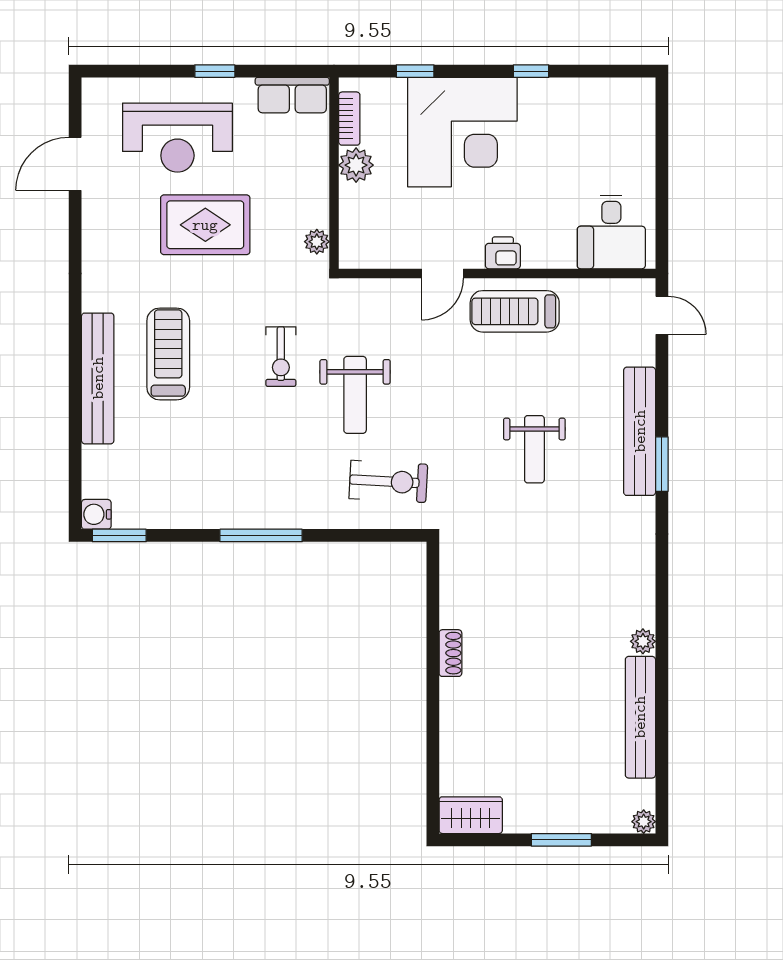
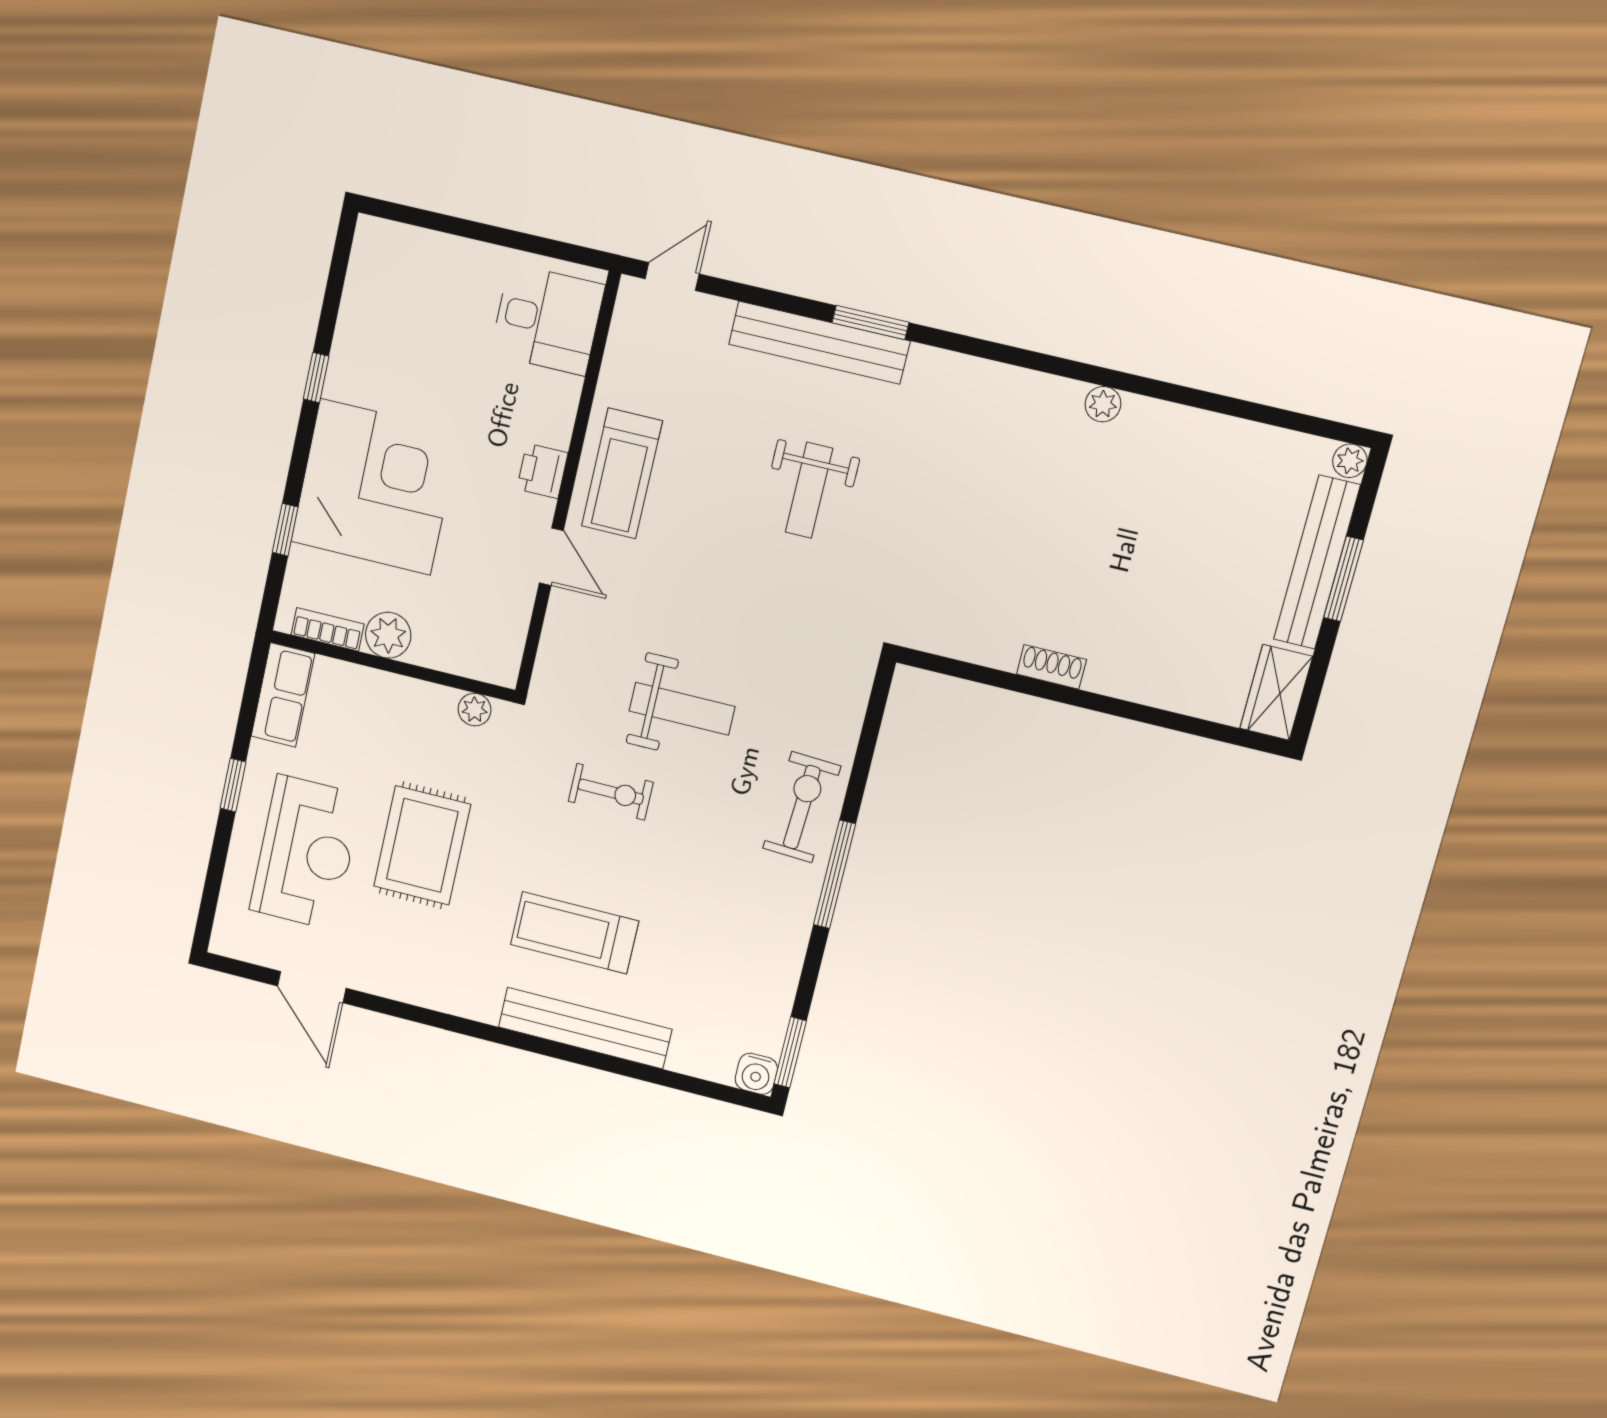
weight bench: (534, 449) -> (809, 490), turned 90
exercise bike: (388, 481) -> (802, 807), moved
bench: (640, 717) -> (1317, 562), moved, turned 90

